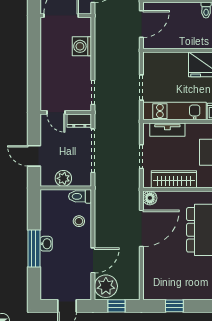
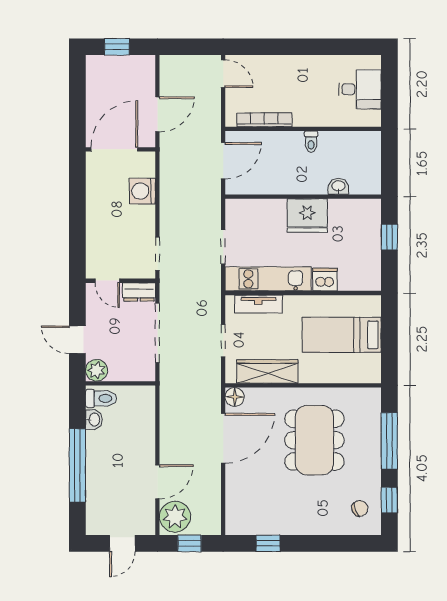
plant: (63, 178) -> (97, 370), moved
toilet: (80, 196) -> (101, 398), moved, turned 180
stool: (79, 221) -> (138, 428), removed
washbasin: (46, 244) -> (94, 420), moved
window: (34, 248) -> (77, 465), width x1.46

